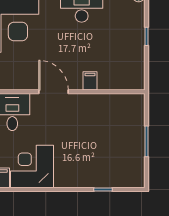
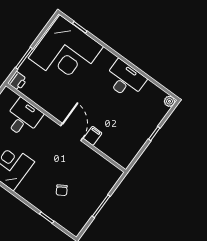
door: (54, 92) -> (72, 132), moved
chair: (98, 153) -> (62, 190), added

